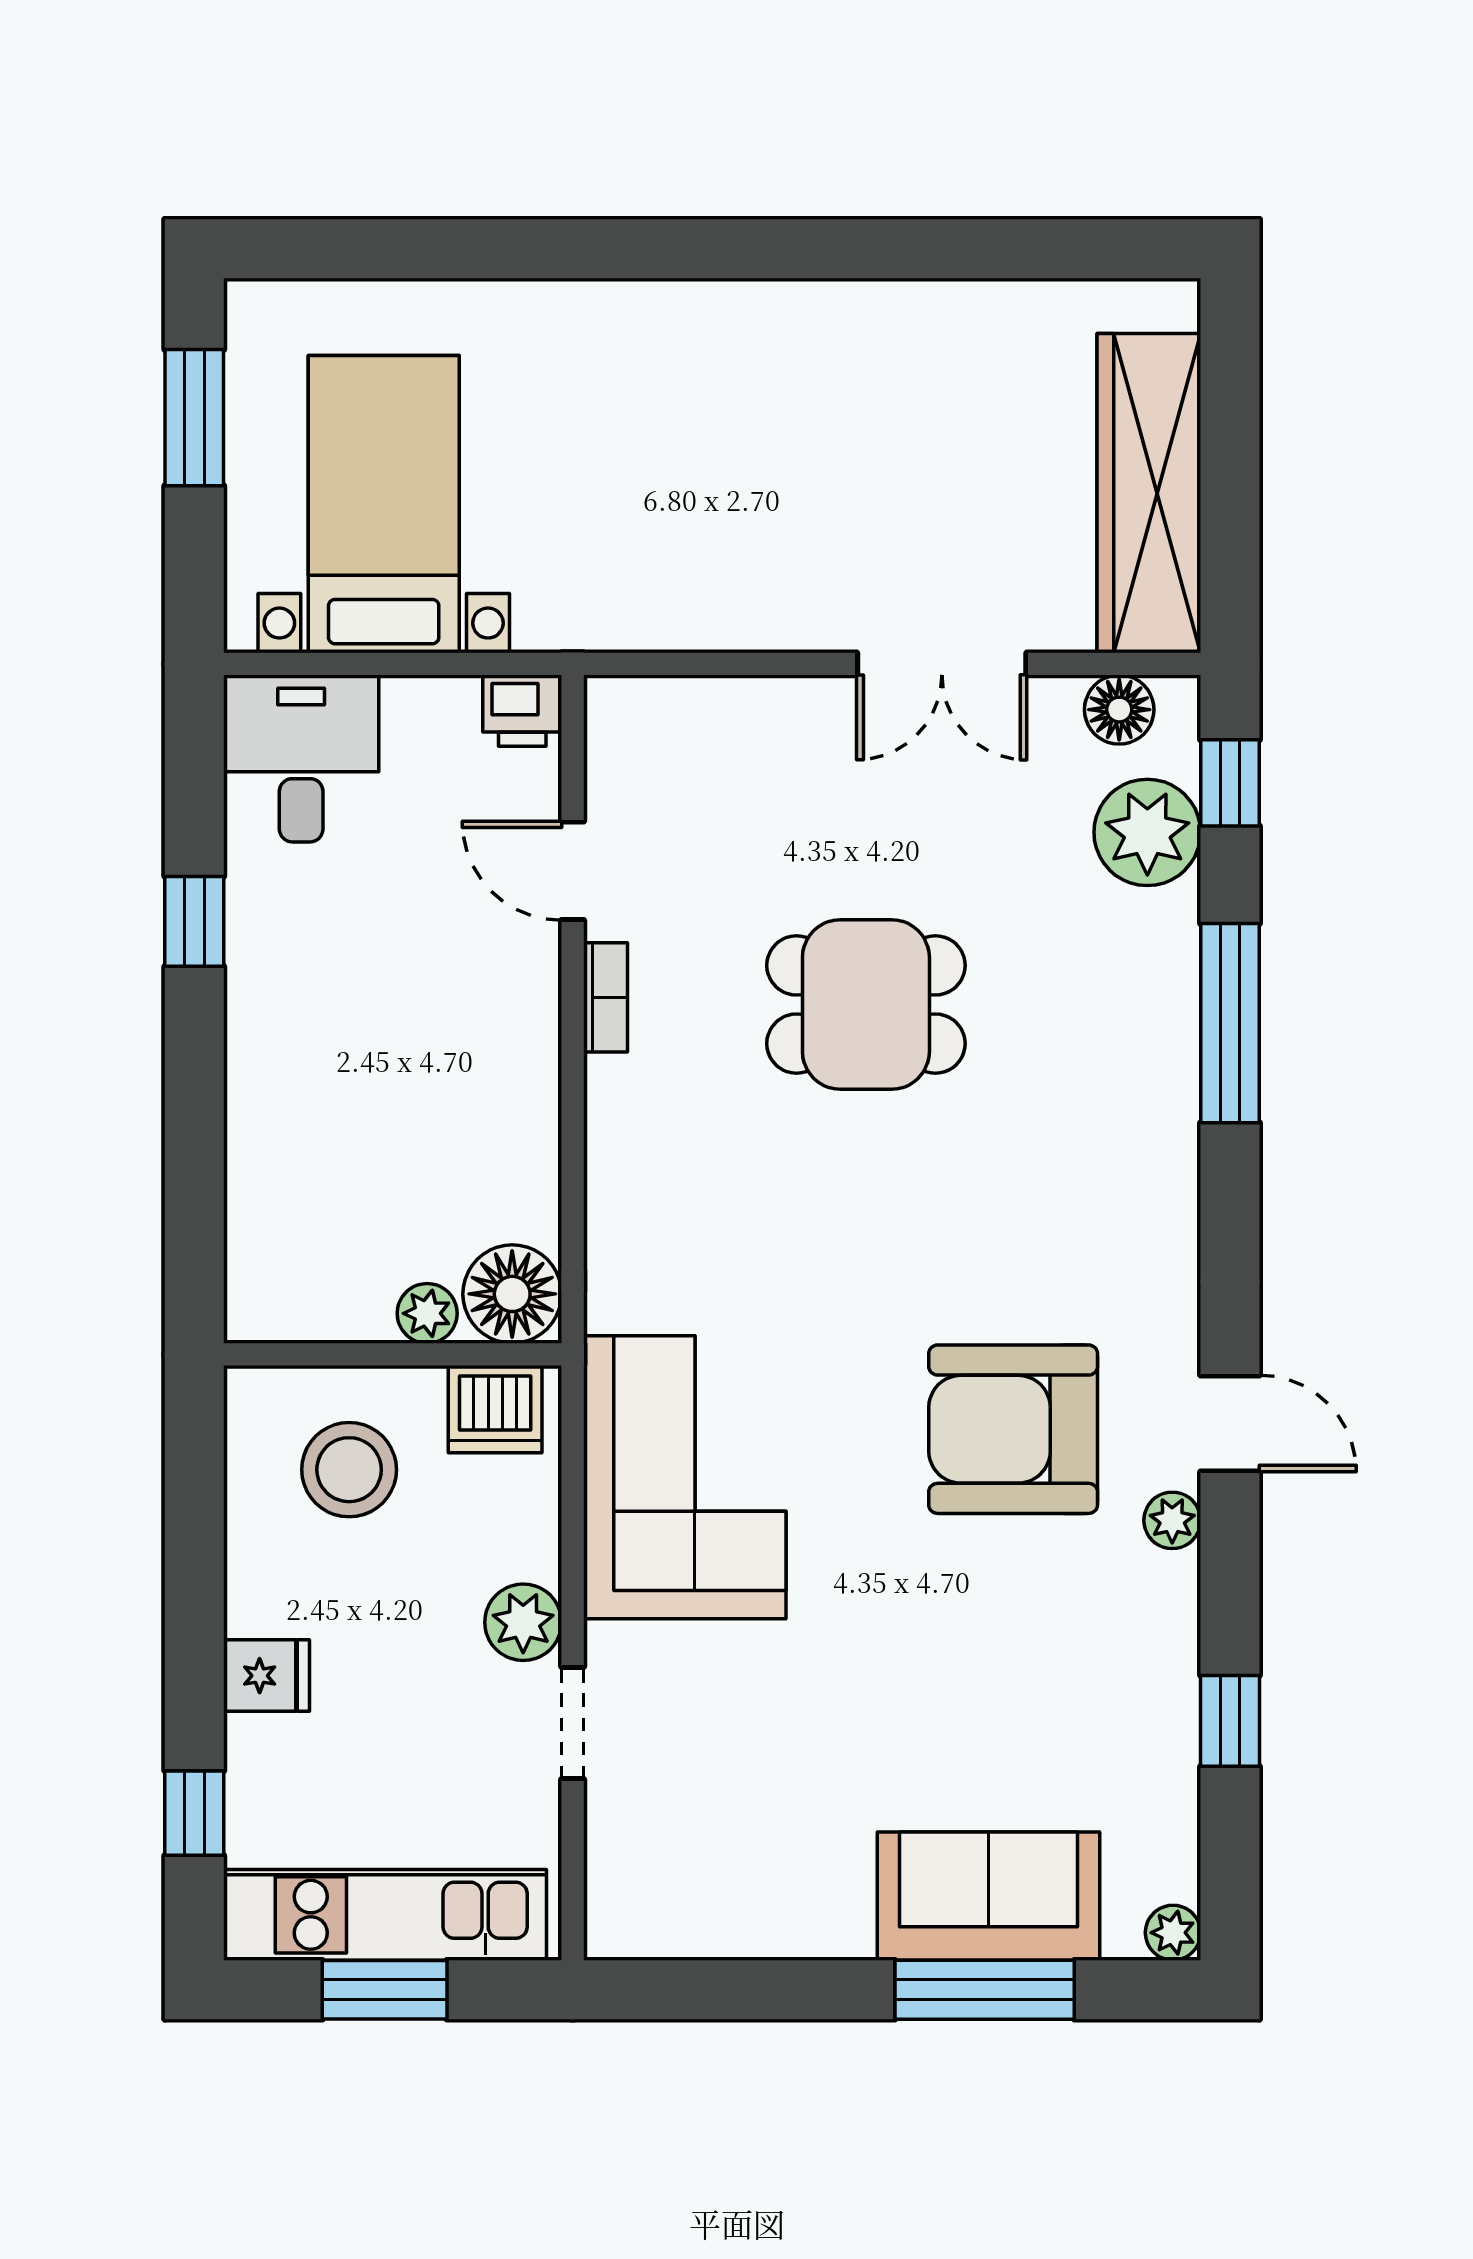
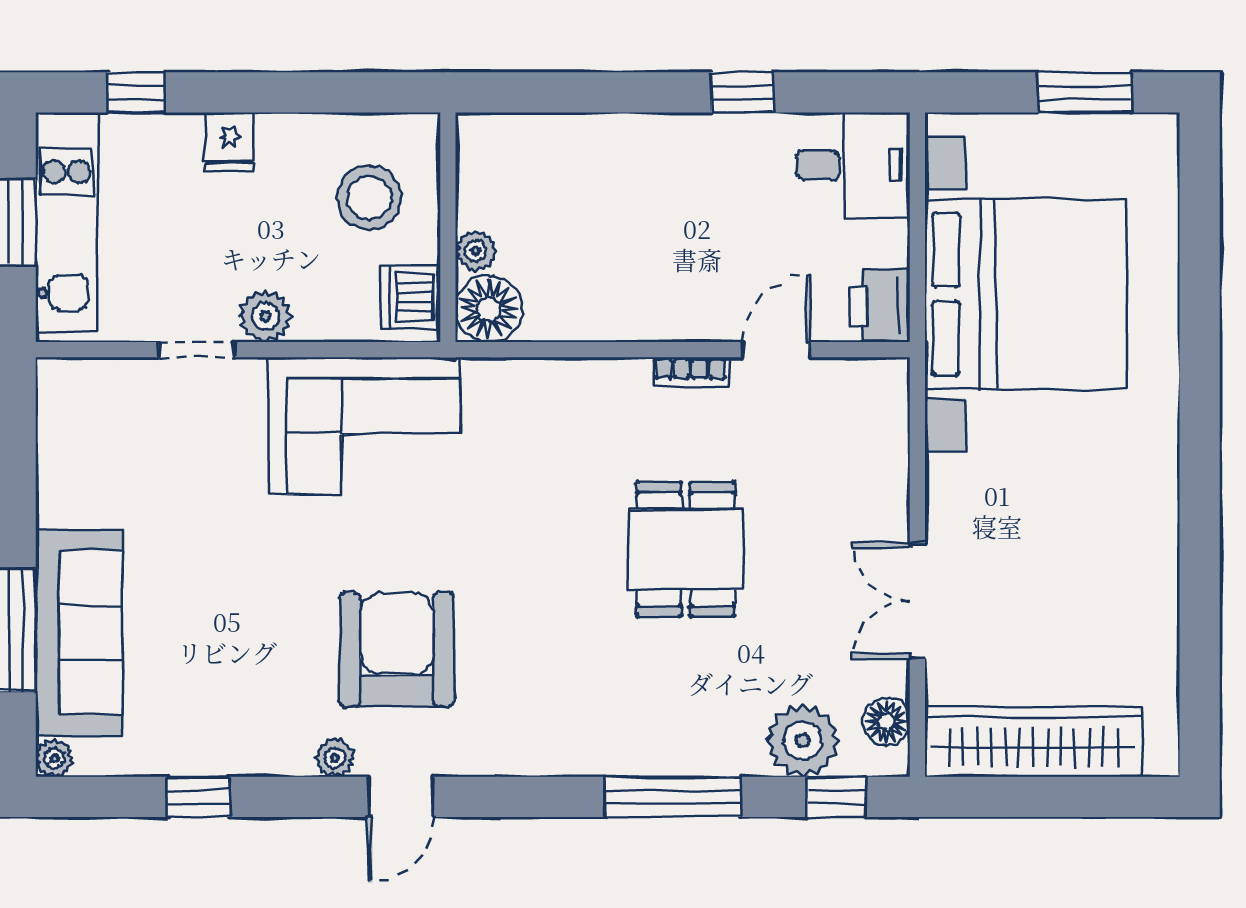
bed with nightstands: (384, 504) -> (1026, 294), width x1.85
printer: (522, 711) -> (880, 306), width x1.36, depth x1.24
sofa: (988, 1896) -> (79, 633), width x1.36

